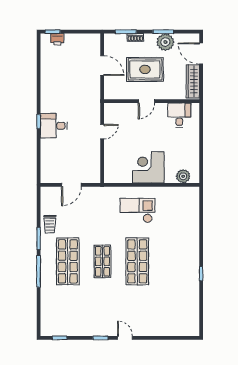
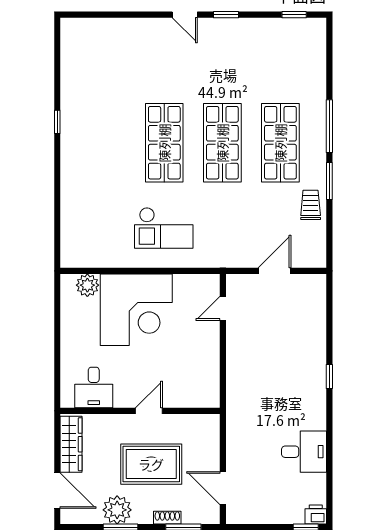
printer: (57, 39) -> (316, 514), moved
door: (102, 66) -> (223, 488), moved
desk: (54, 126) -> (304, 452), moved
door: (102, 132) -> (223, 308), moved
corner desk: (148, 167) -> (136, 310), width x1.36, depth x1.36
shop shelf: (103, 261) -> (222, 143), width x1.43, depth x1.36

